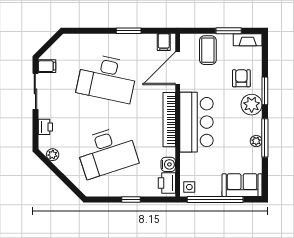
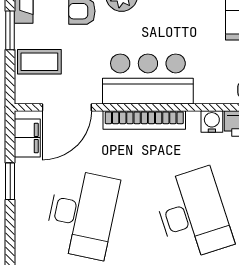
filing cabinet: (164, 42) -> (27, 138), width x2.00
door: (178, 68) -> (67, 107), hinge flipped

